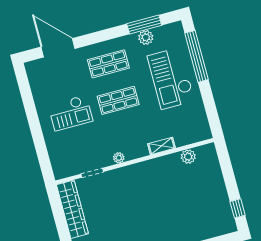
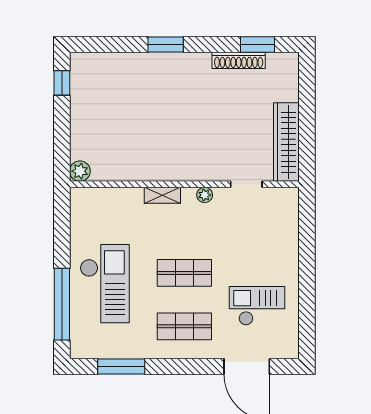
plant: (146, 37) -> (124, 348), removed
checkout: (70, 113) -> (257, 306), moved
shelving: (162, 146) -> (162, 195), moved
plant: (188, 157) -> (80, 171), moved

